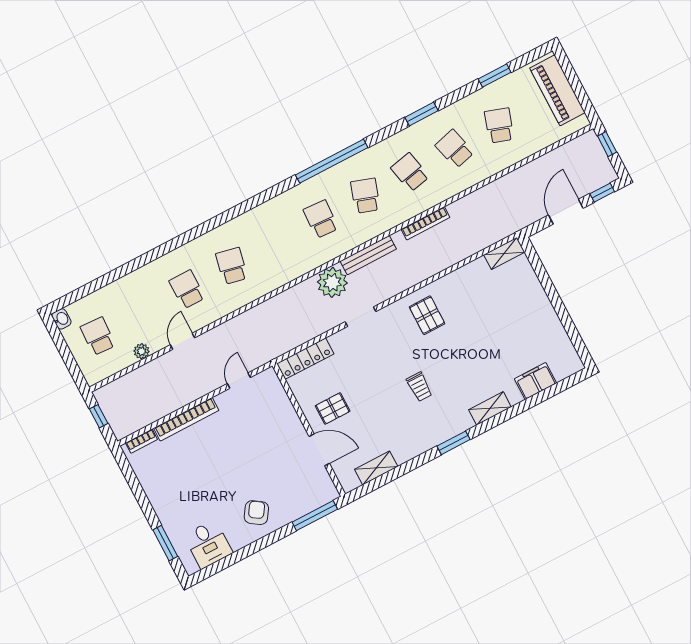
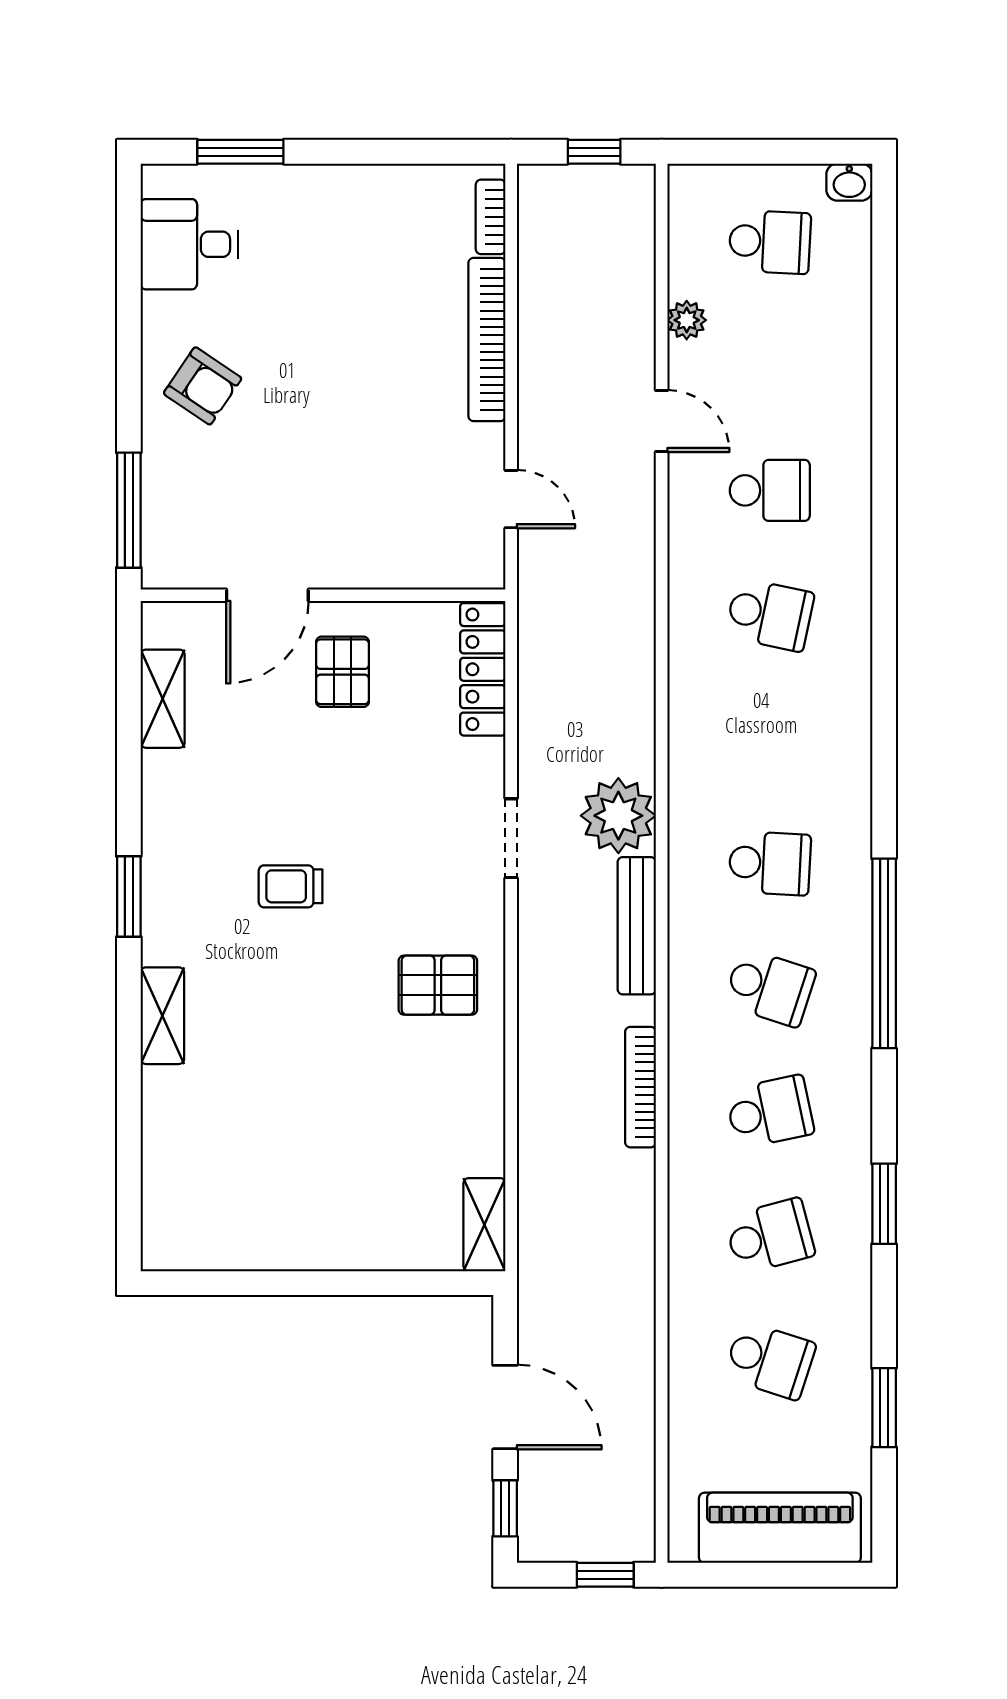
filing cabinet: (535, 381) -> (170, 1147), removed

